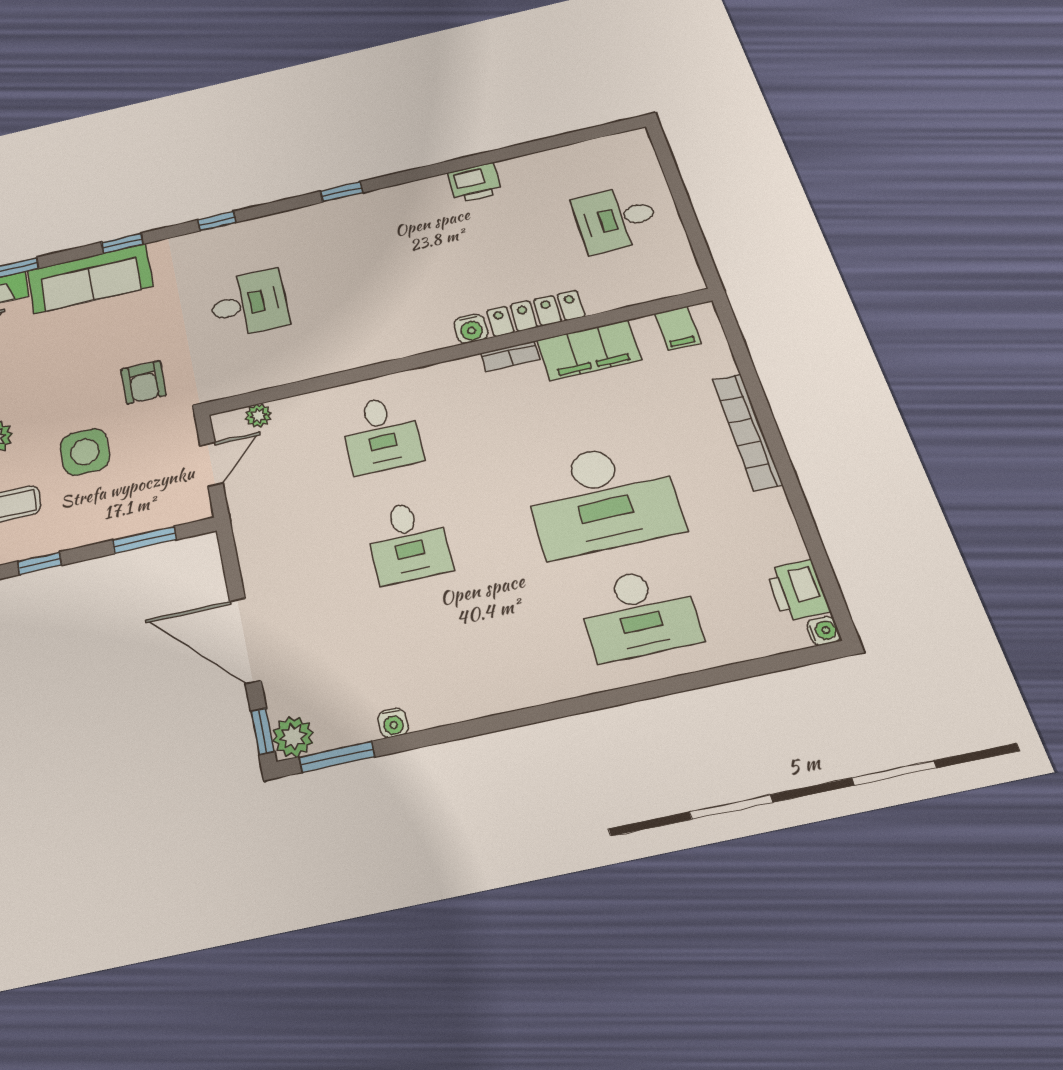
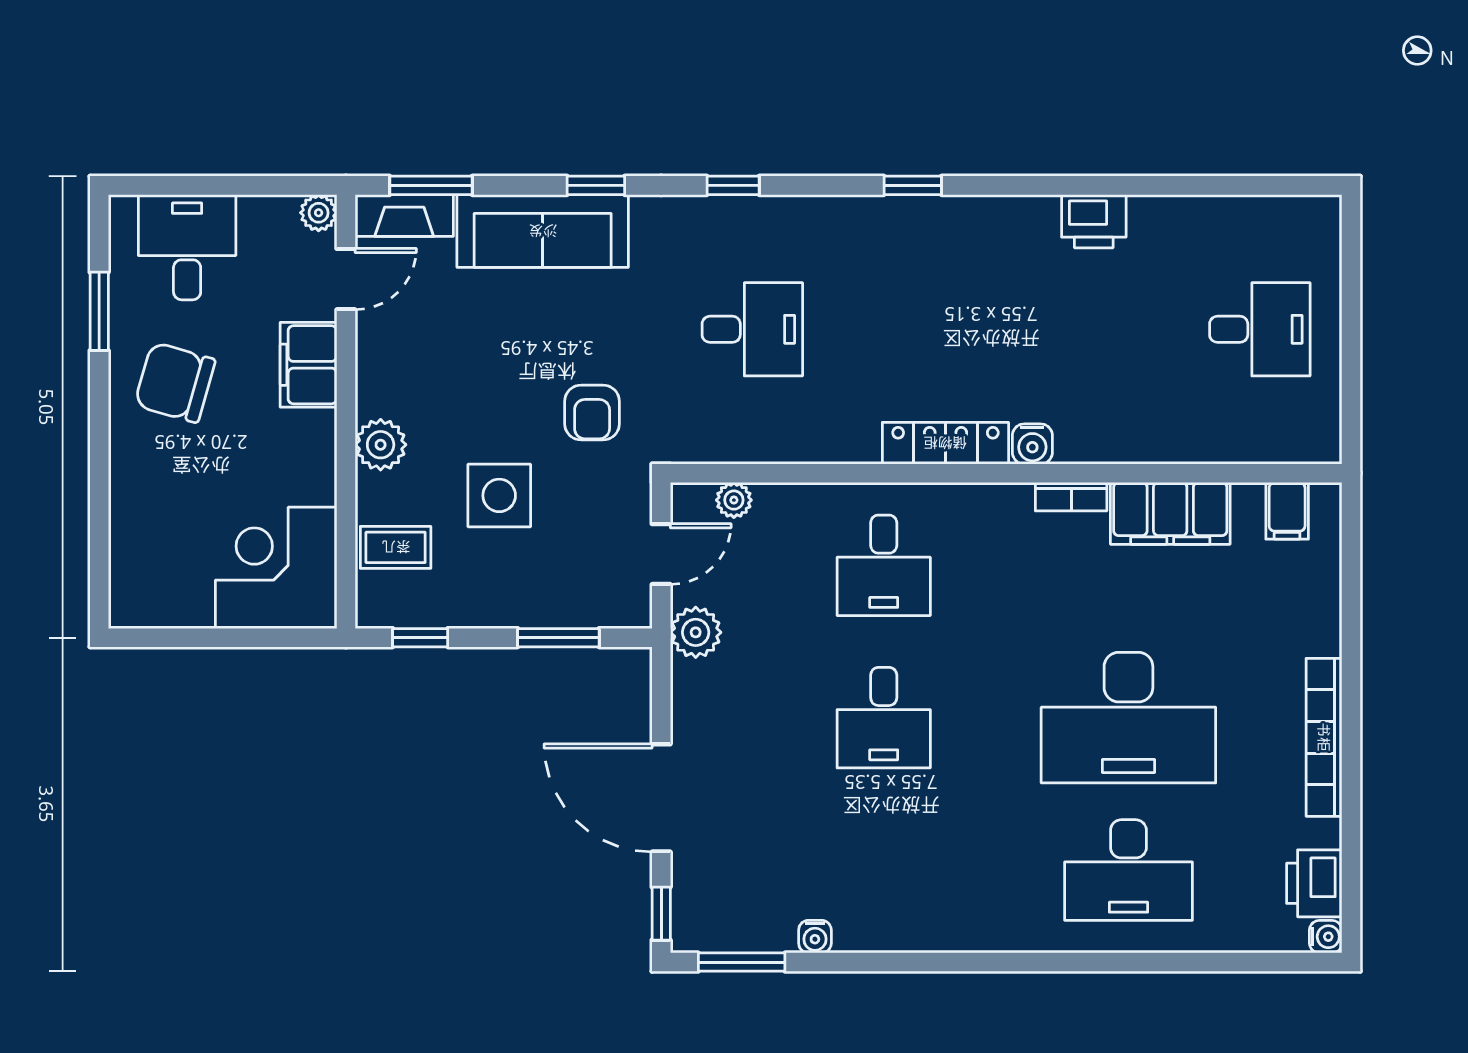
desk: (616, 219) -> (1260, 329), turned 180
locker: (536, 313) -> (945, 443), moved
bookcase: (747, 431) -> (1324, 737), moved
plant: (293, 737) -> (696, 632), moved

